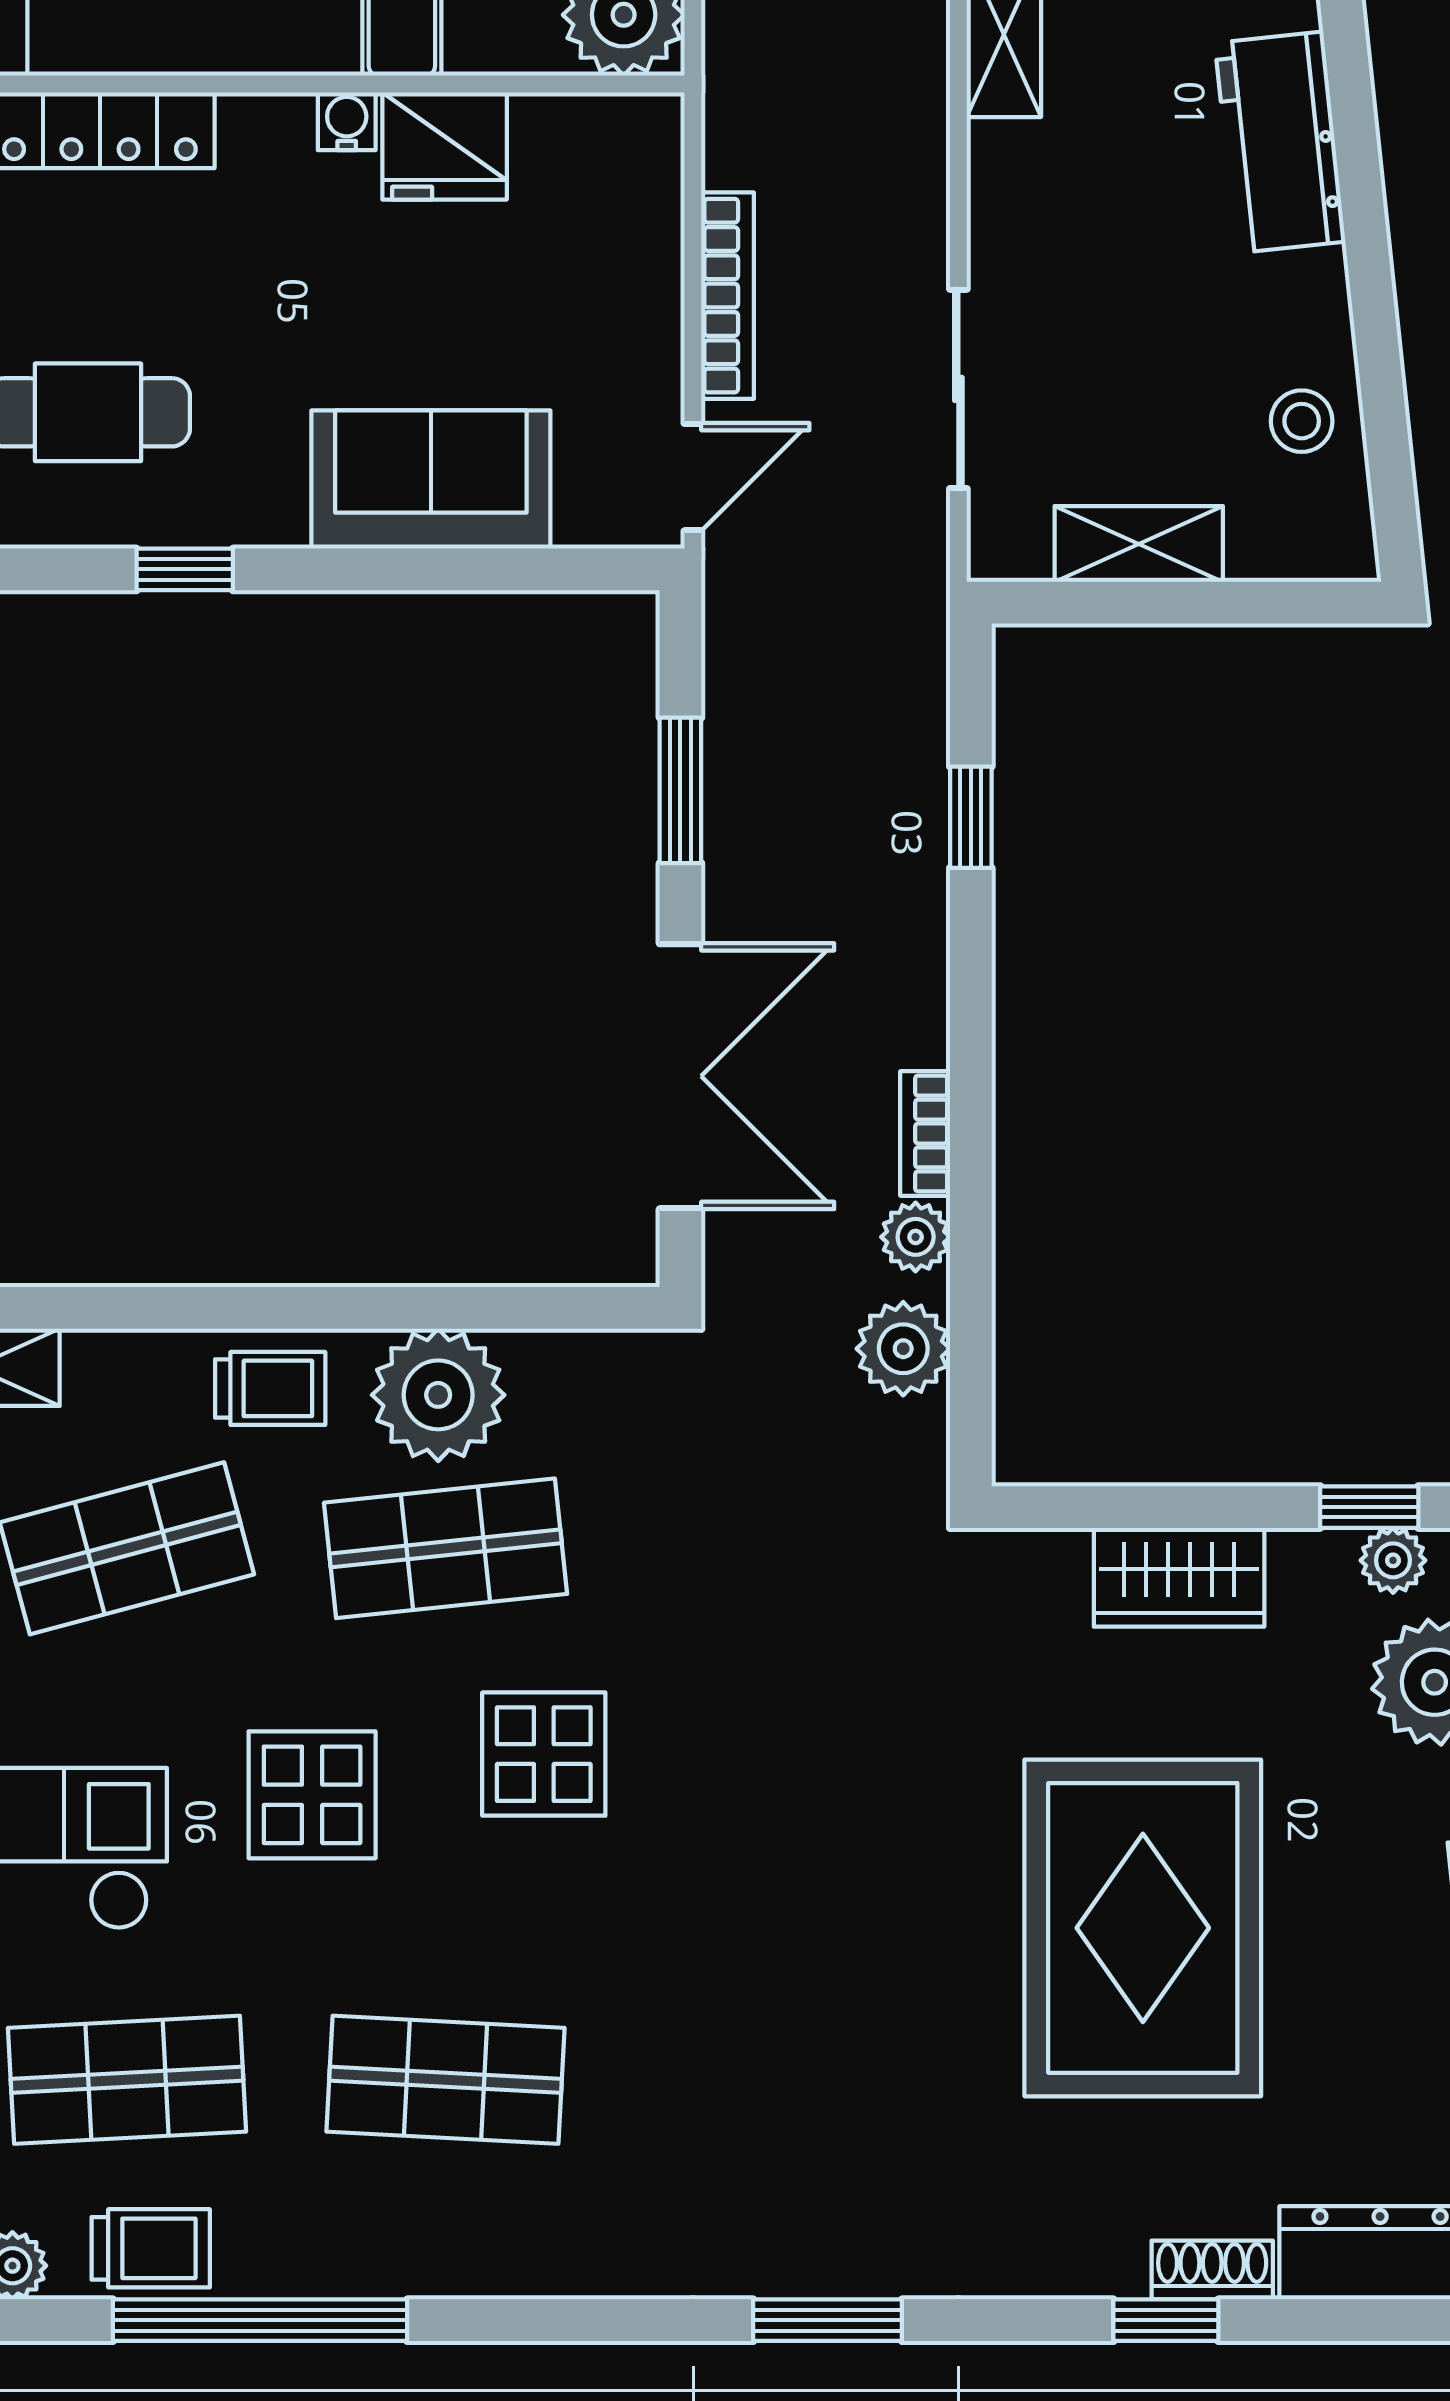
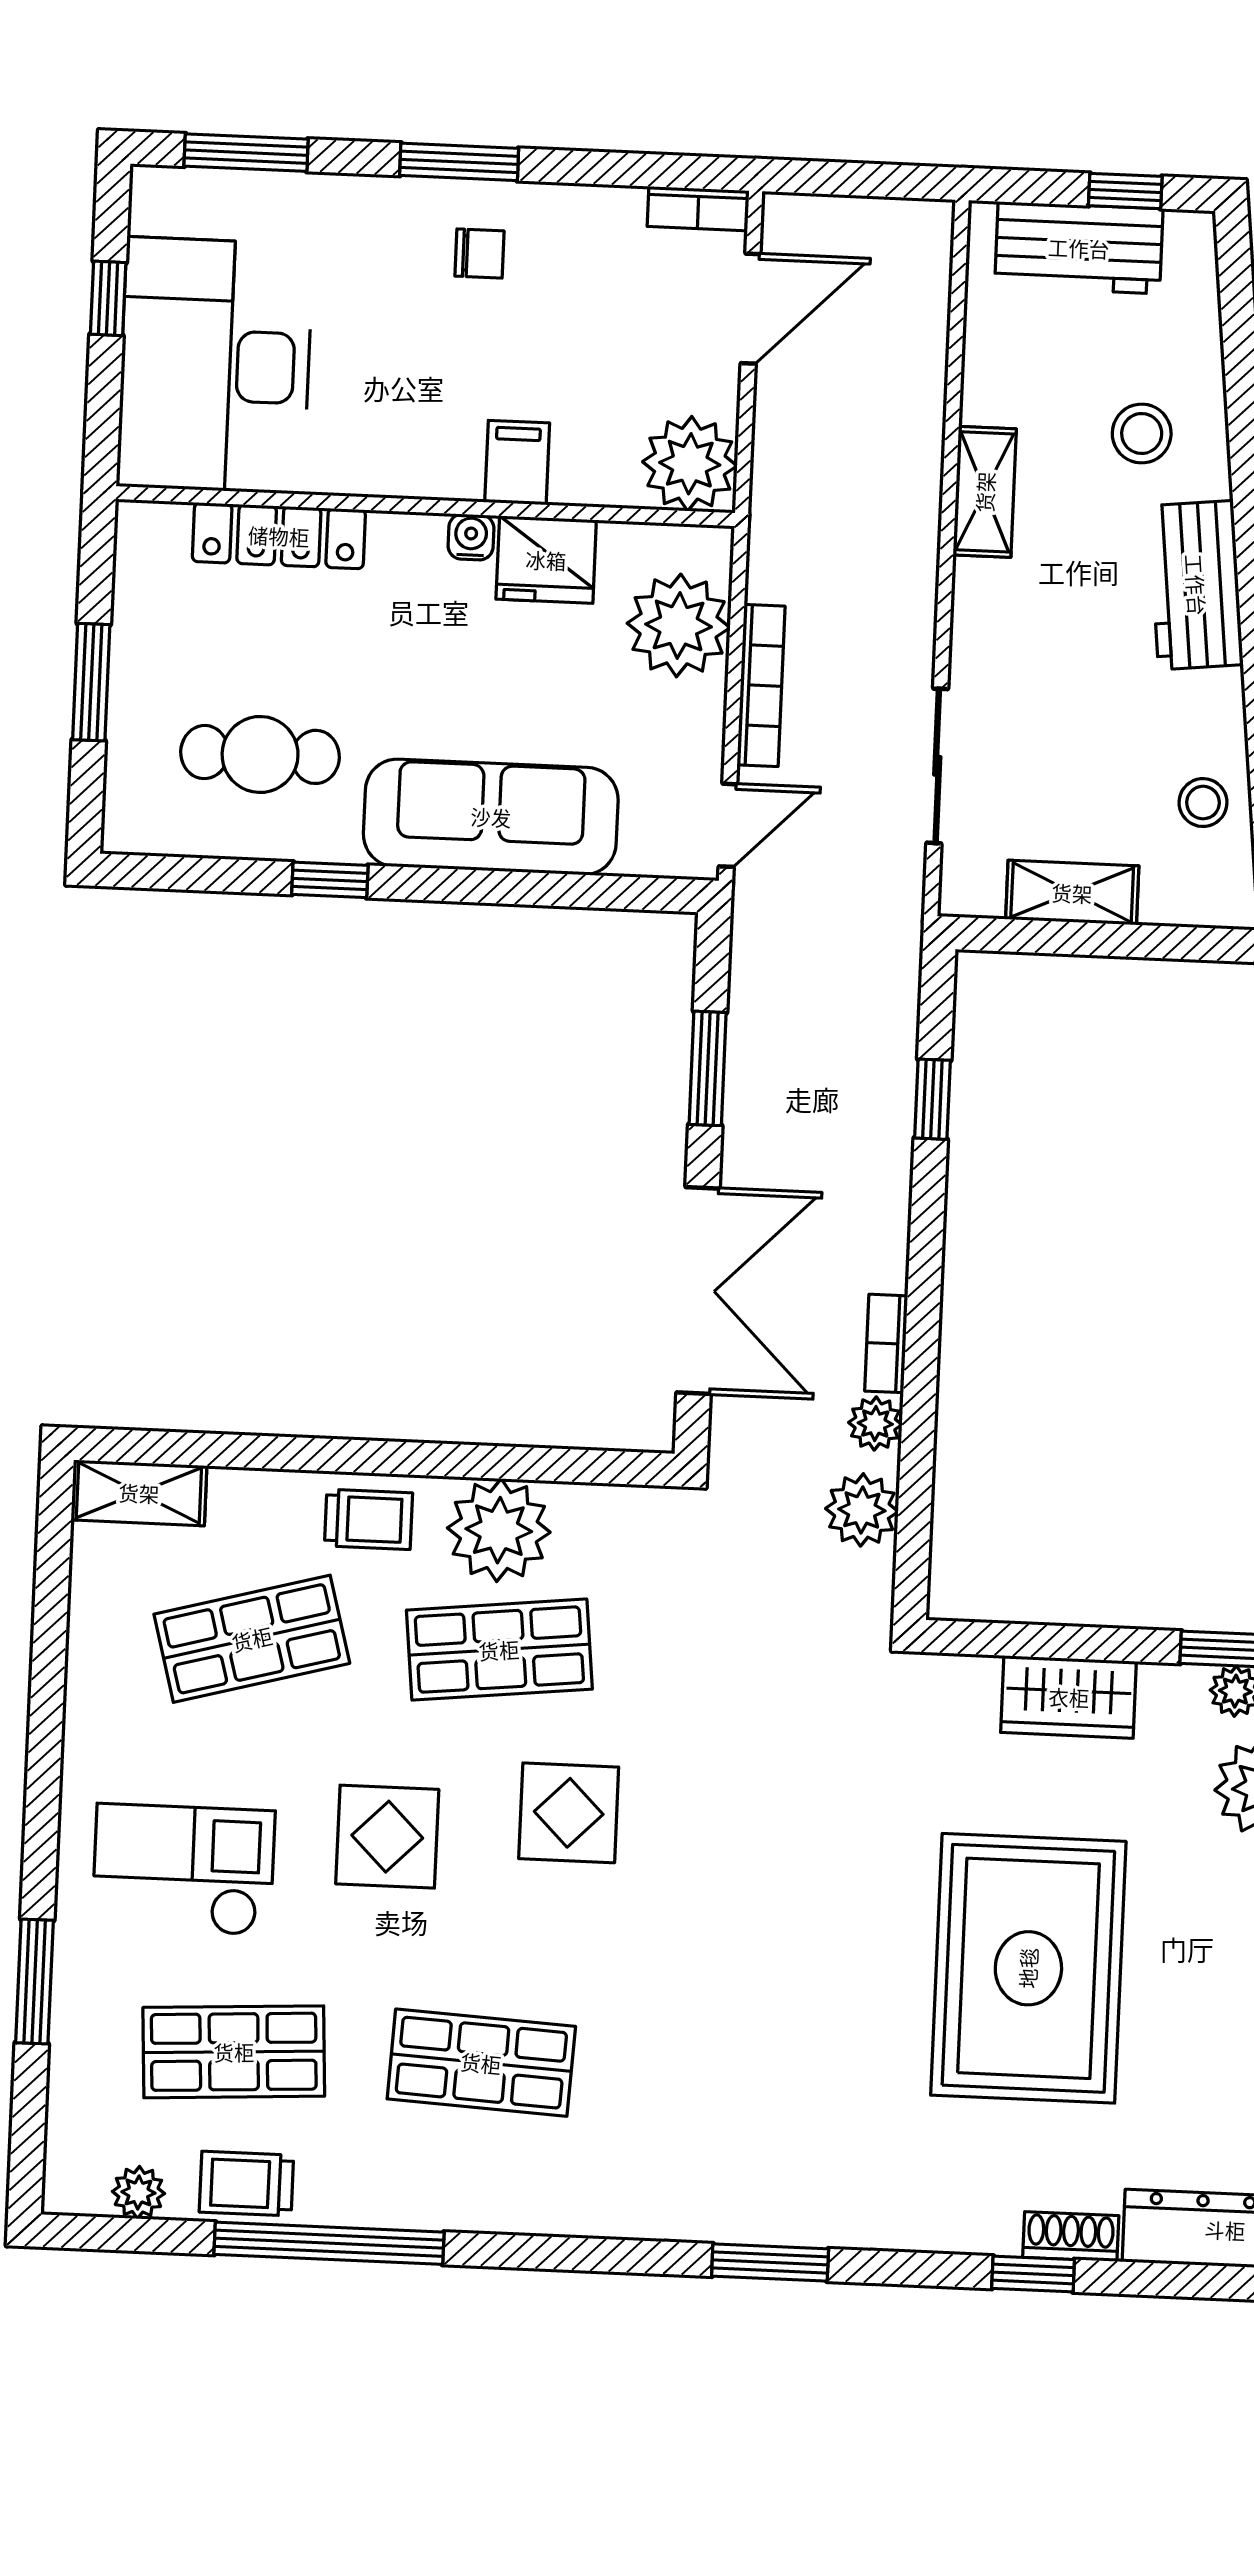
plant: (618, 223) -> (679, 625), added
sofa: (431, 480) -> (491, 817), width x1.36
trolley: (151, 2248) -> (246, 2184), turned 180

